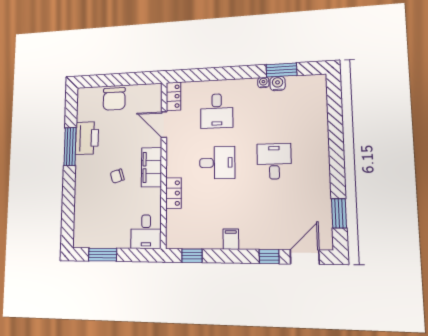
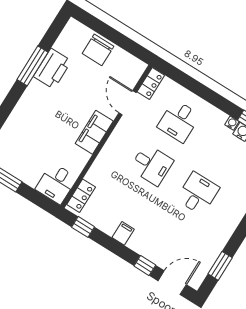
chair: (117, 176) -> (60, 120), removed
locker: (174, 193) -> (81, 196), moved

